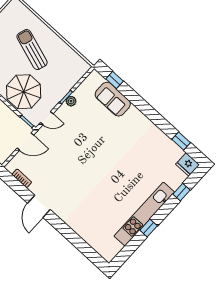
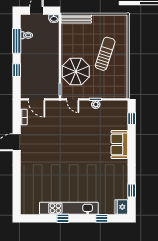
sofa: (113, 99) -> (119, 144), moved
door: (25, 142) -> (37, 99), moved

